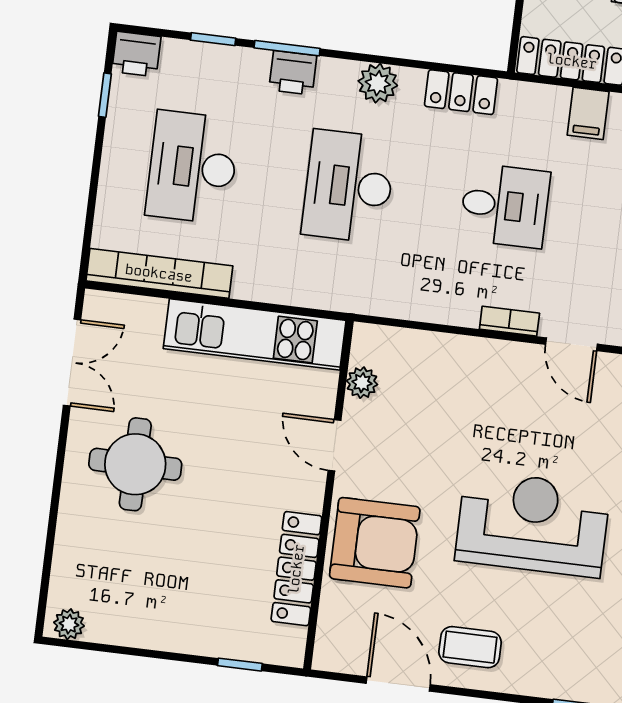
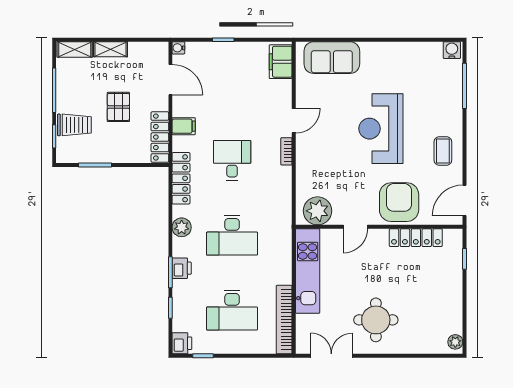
locker: (461, 92) -> (181, 178), width x1.53
plant: (362, 383) -> (318, 211), width x1.88, depth x1.88
door: (398, 684) -> (464, 200), moved

